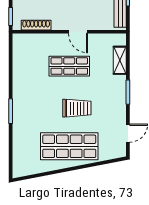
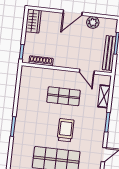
door: (78, 32) -> (87, 72), moved
trolley: (77, 108) -> (66, 130), turned -90

